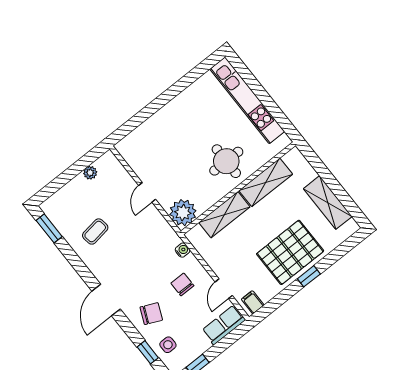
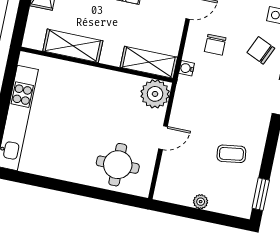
round table: (226, 161) -> (118, 165), moved
plant: (90, 173) -> (201, 202), moved
shelving: (224, 215) -> (149, 62), moved

